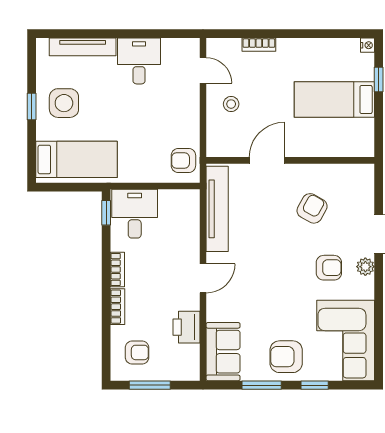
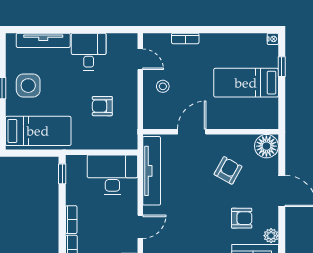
armchair: (183, 160) -> (102, 106), moved
floor lamp: (360, 178) -> (266, 146), added
desk: (135, 214) -> (112, 175), moved, width x1.37
plant: (365, 267) -> (271, 236), moved

